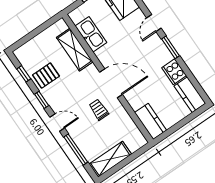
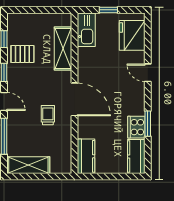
door: (154, 23) -> (148, 73), hinge flipped
kitchen sink: (91, 34) -> (86, 30), moved
window: (171, 47) -> (148, 124), moved

